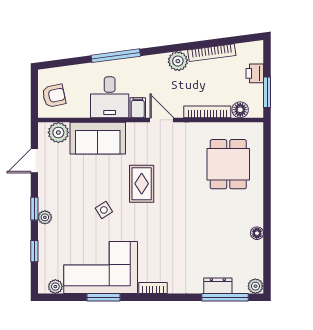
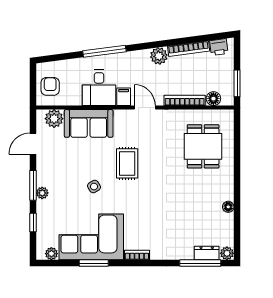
printer: (255, 73) -> (219, 47), moved, turned -98
armchair: (54, 96) -> (50, 86), turned -78
window: (34, 209) -> (33, 185), width x1.50
dresser: (218, 286) -> (207, 253), moved

